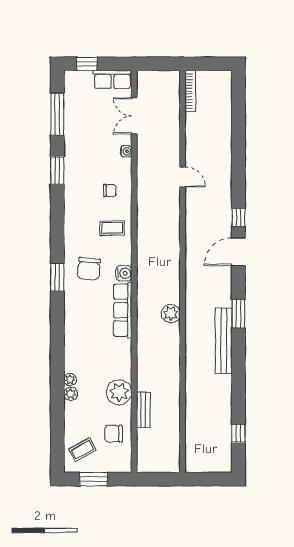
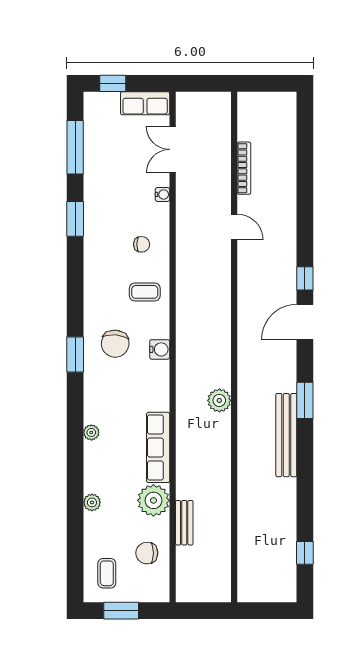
bookcase: (190, 91) -> (244, 168), moved
row of seats: (123, 310) -> (158, 447), moved
plant: (70, 380) -> (91, 432), moved
coffee table: (82, 450) -> (107, 573), turned -61

